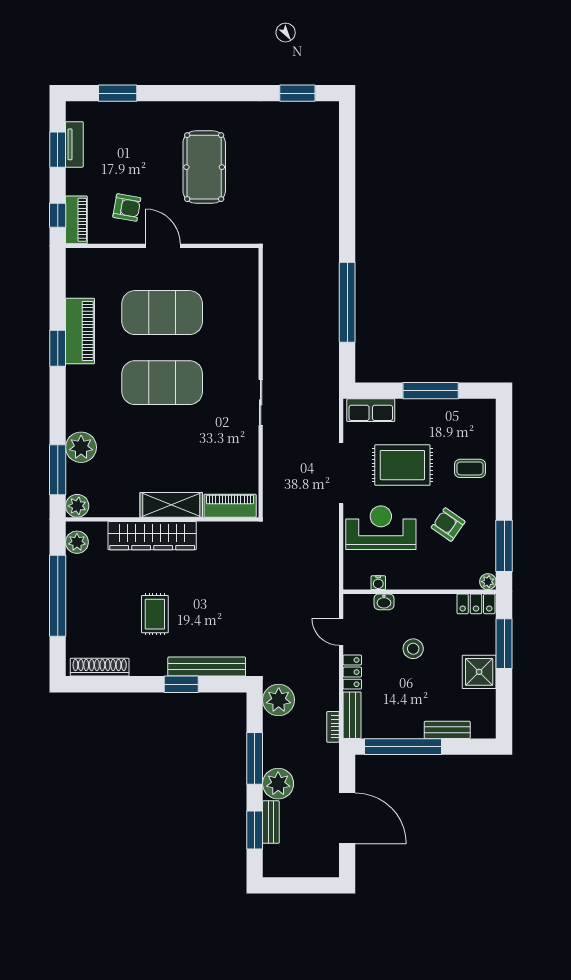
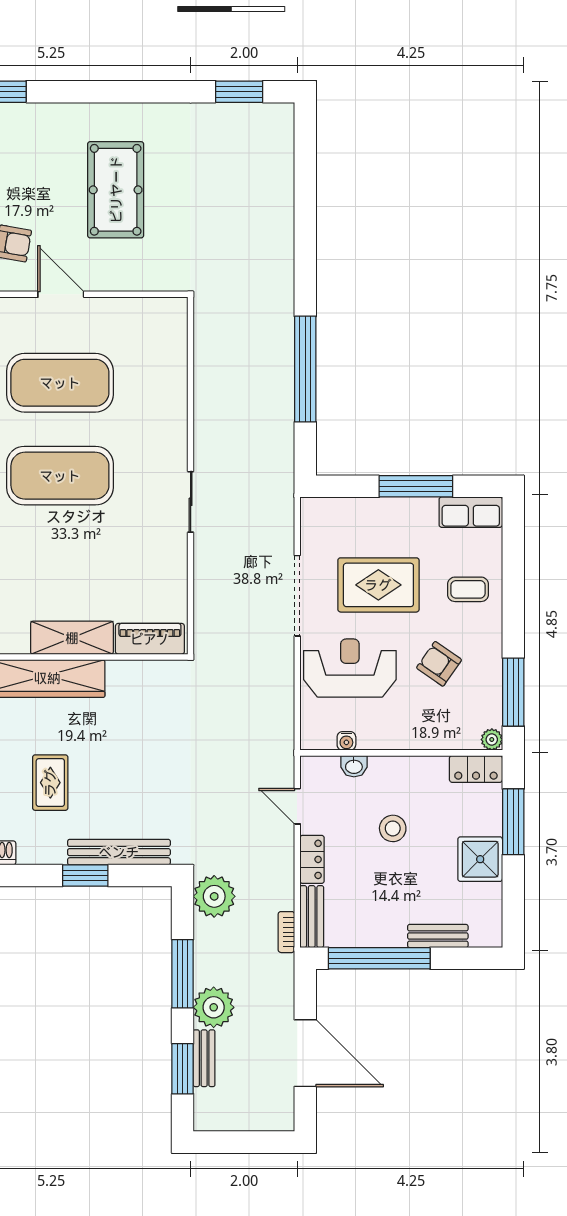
row of seats: (371, 410) -> (471, 512), moved

